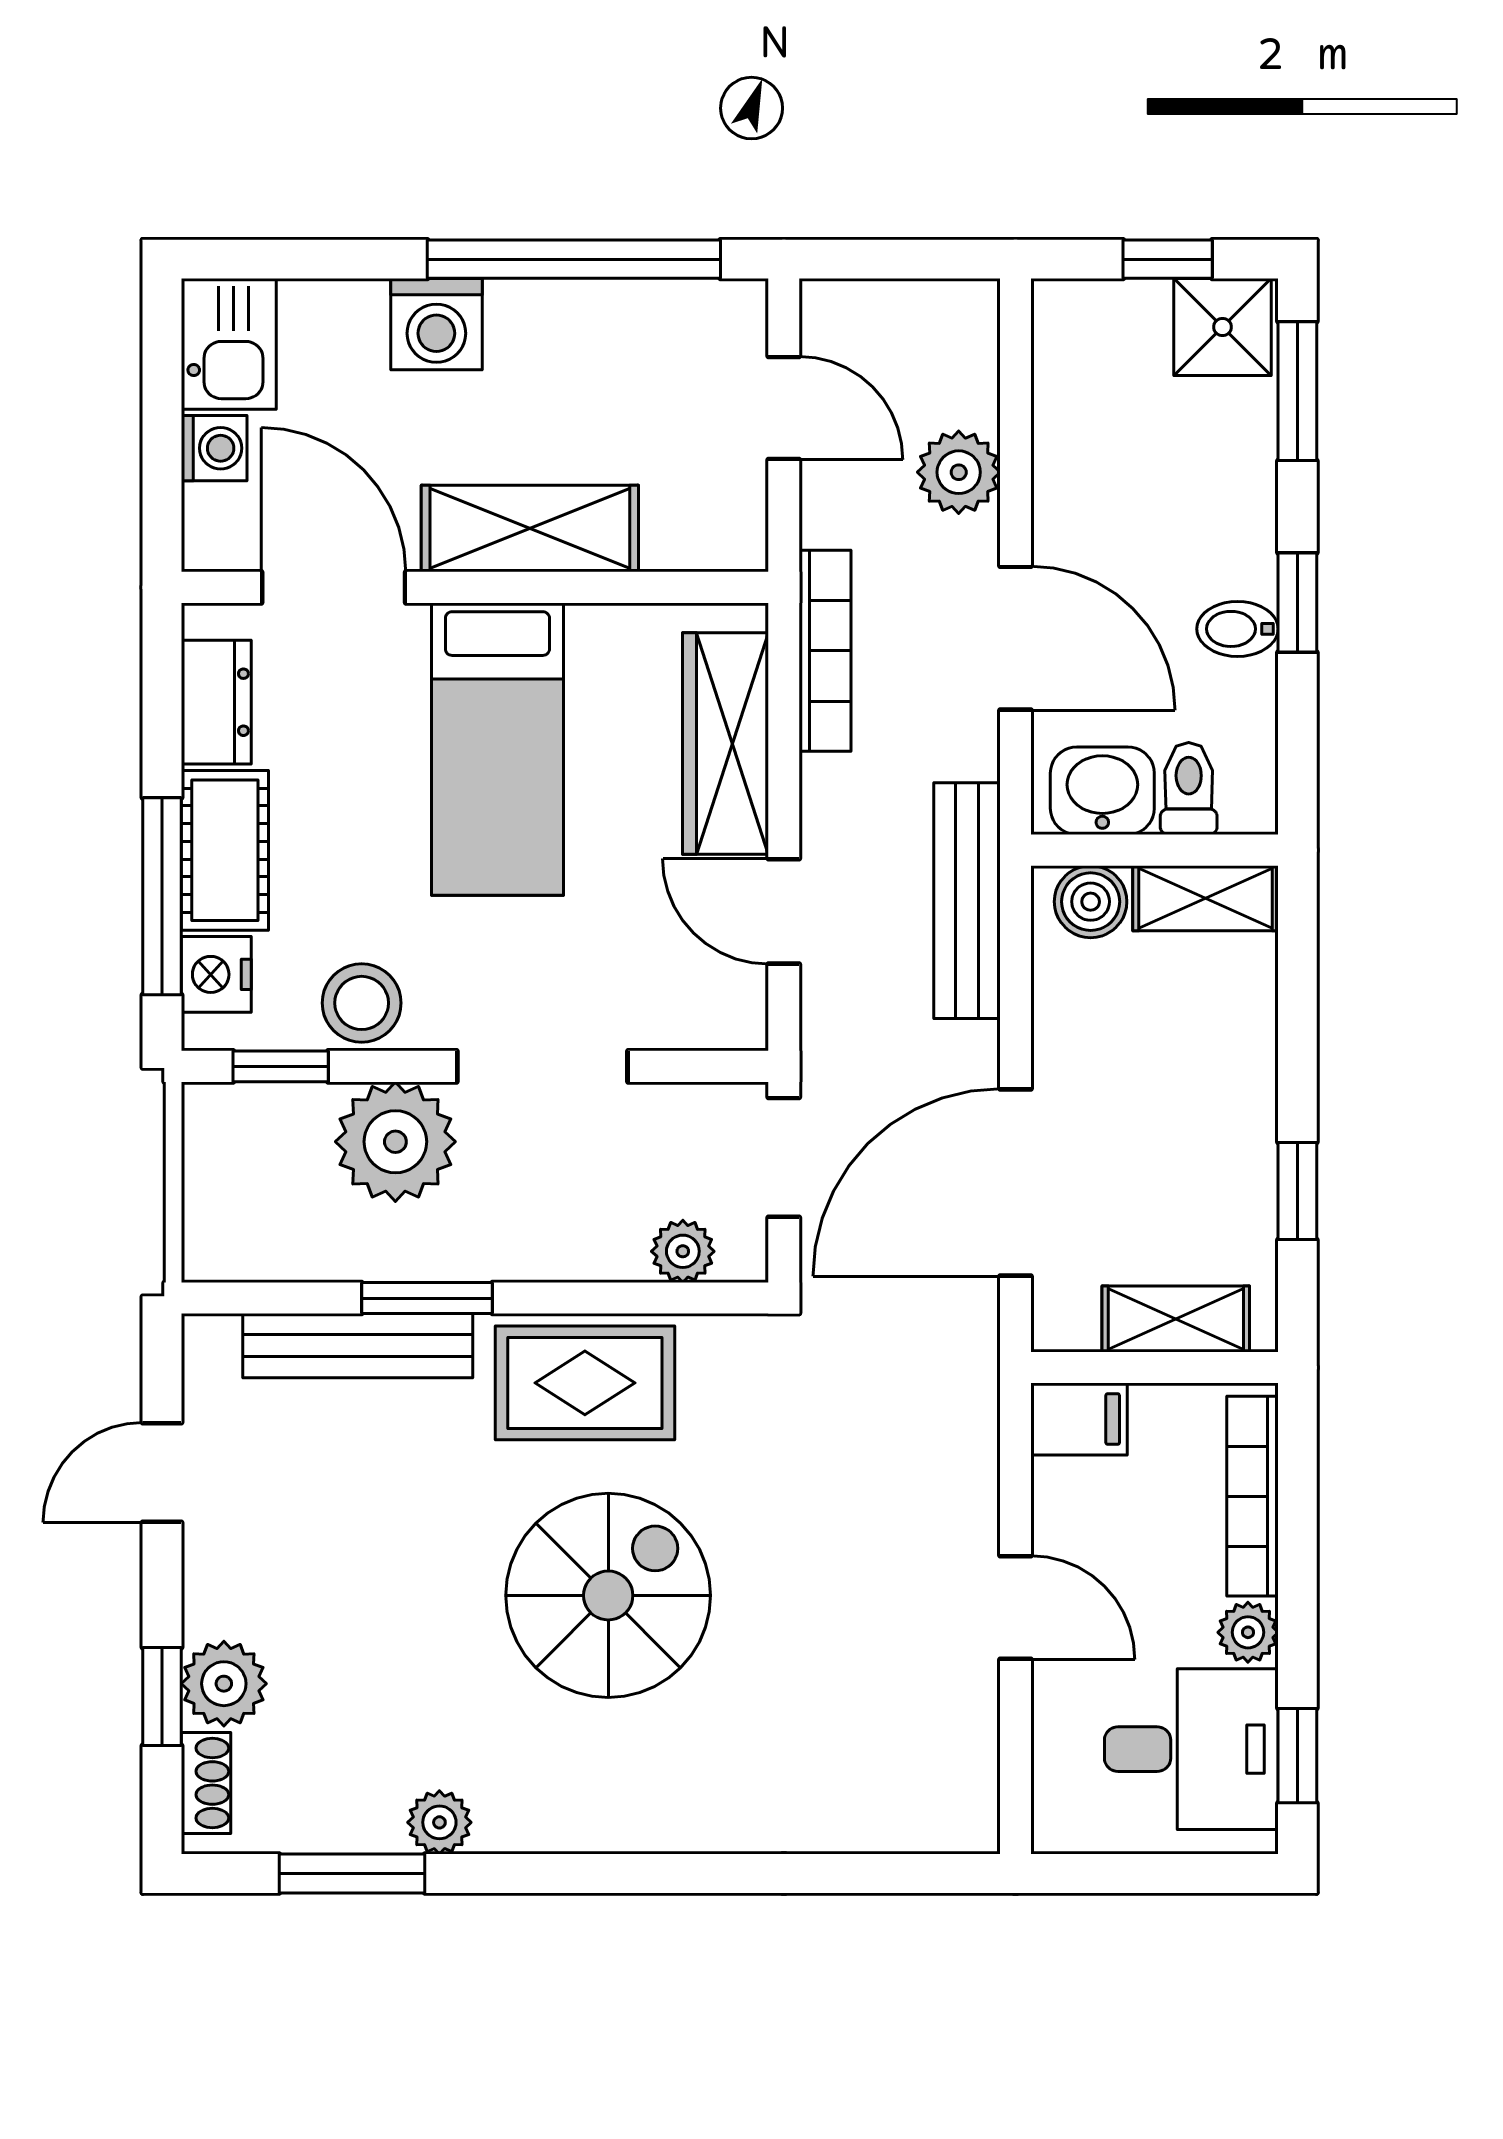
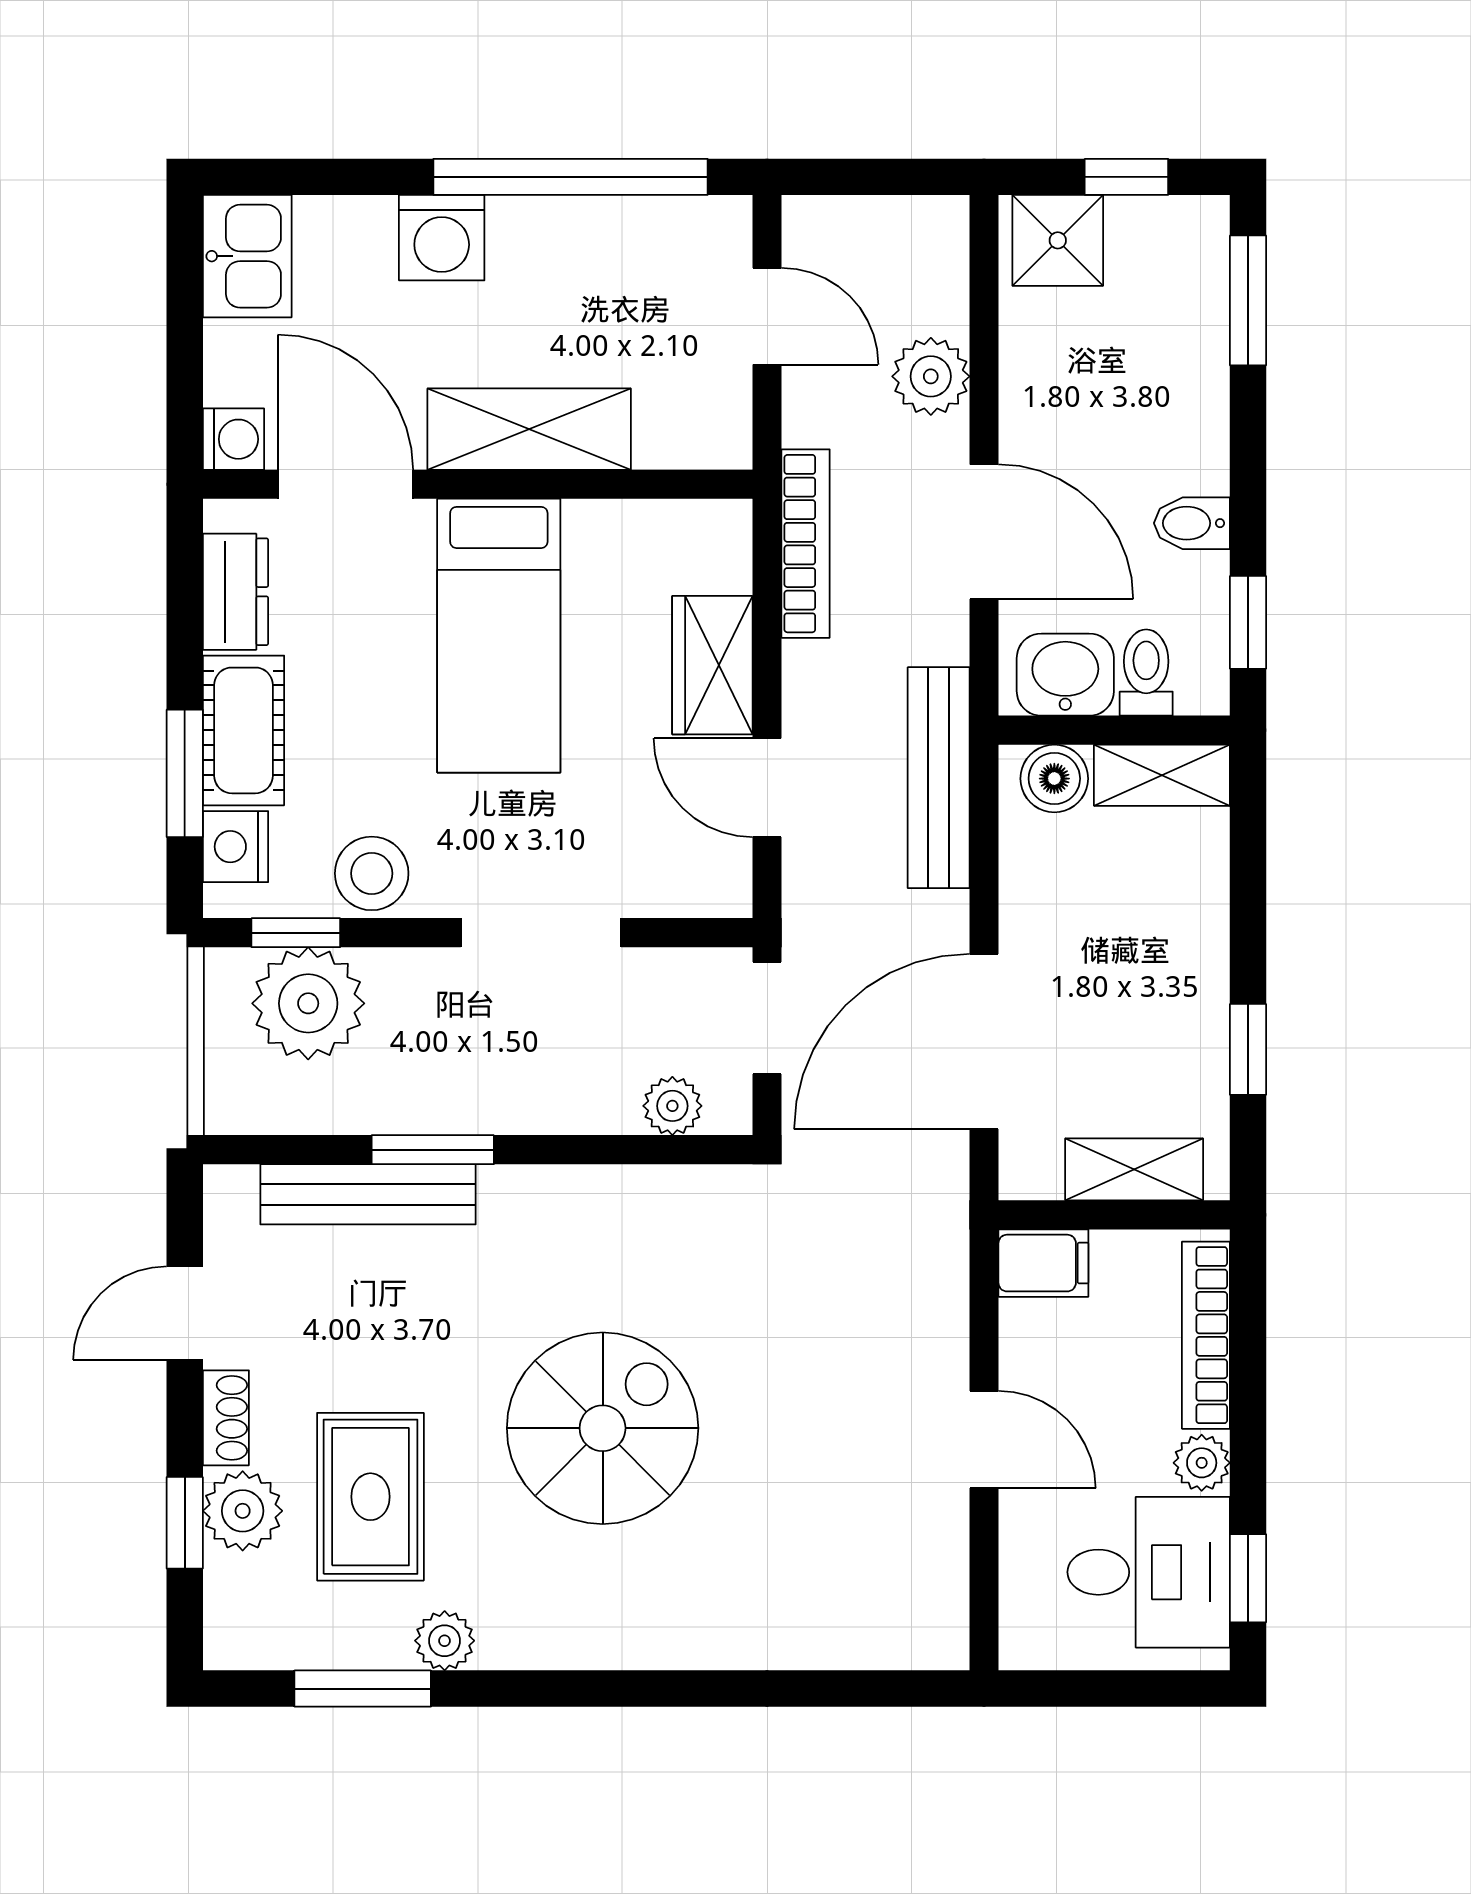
shower: (1223, 327) -> (1058, 240), moved
washing machine: (214, 448) -> (233, 439), moved
window: (1297, 602) -> (1248, 622), moved
wardrobe: (725, 744) -> (712, 665), width x0.67
window: (162, 896) -> (185, 773), width x0.69
plant: (395, 1142) -> (308, 1003), moved
rug: (585, 1383) -> (370, 1497), moved, turned 90
shoe rack: (206, 1783) -> (226, 1418), moved

